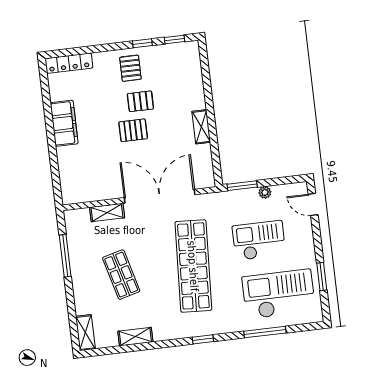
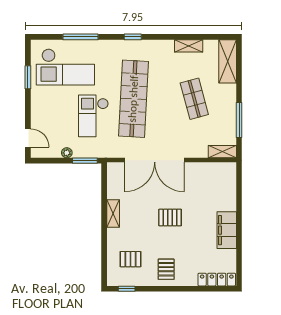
window: (142, 43) -> (154, 289), removed
pallet: (140, 101) -> (130, 259), moved
shelving: (107, 213) -> (222, 152), moved
checkout: (259, 240) -> (93, 116), moved, turned 90
shelving: (85, 333) -> (228, 61), width x1.50, depth x1.33

